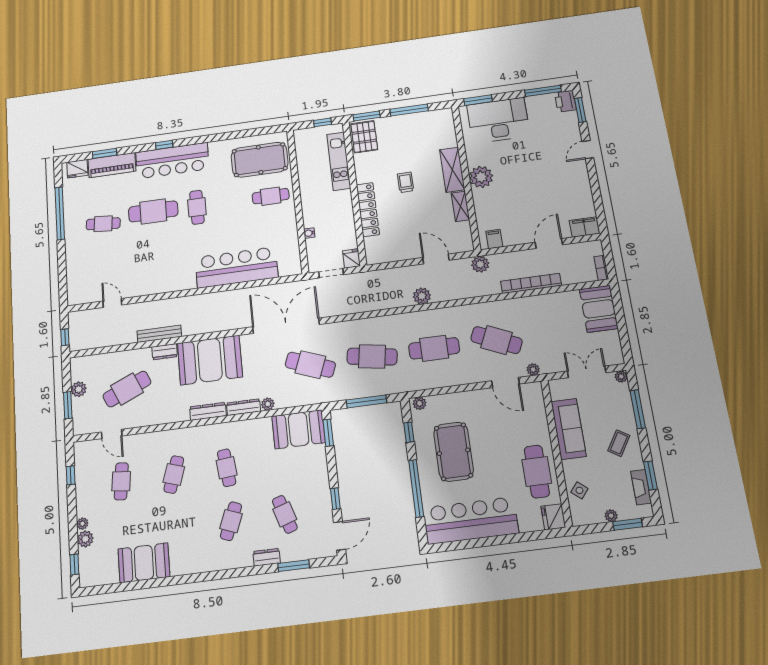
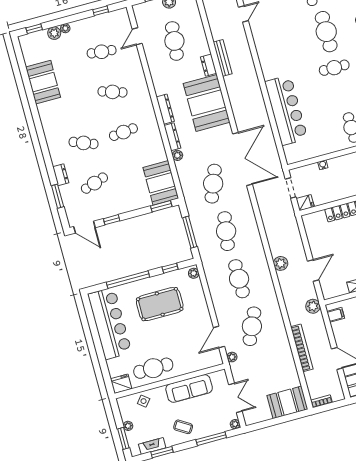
cafe table: (127, 389) -> (174, 41), turned 30

